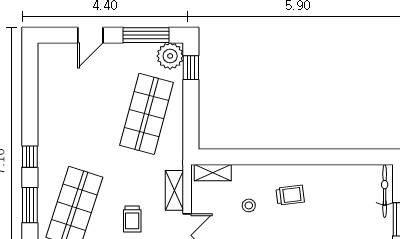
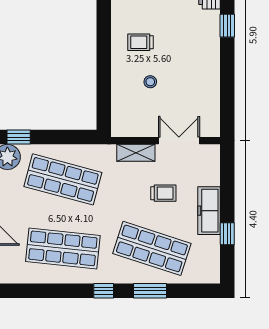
shop shelf: (74, 114) -> (63, 248), added
shelving: (213, 173) -> (119, 116), removed
trolley: (290, 195) -> (140, 42), turned -83

